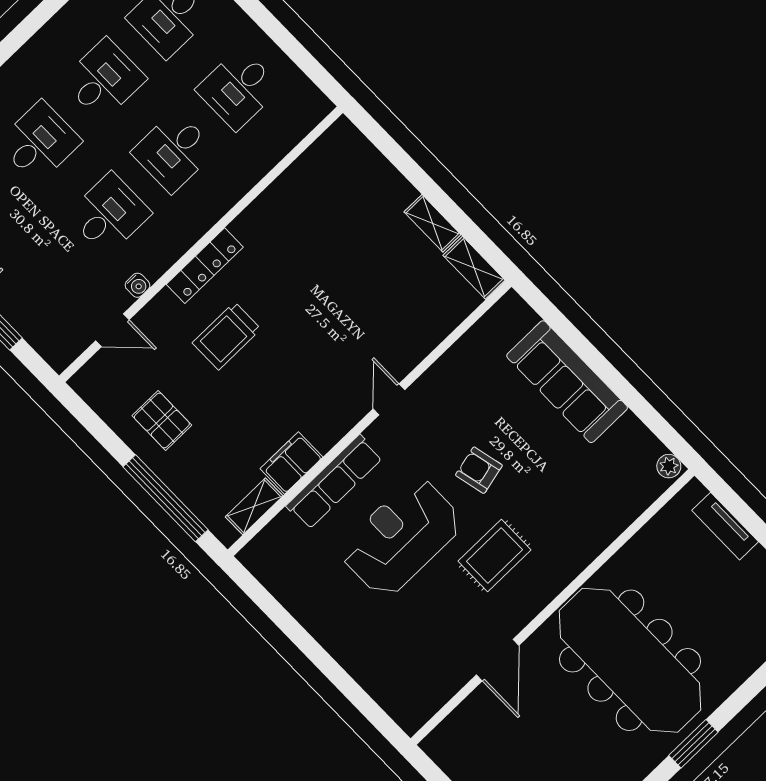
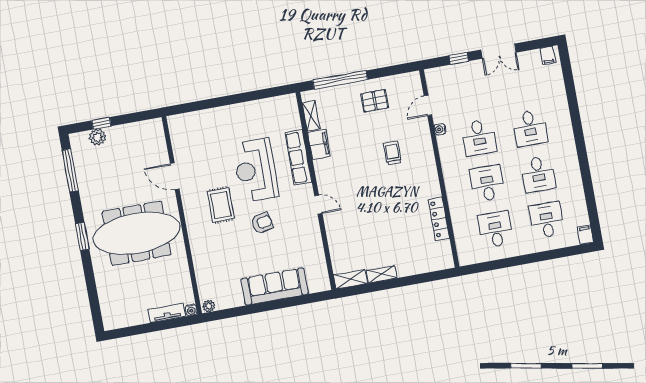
locker: (205, 266) -> (439, 219), moved
trolley: (227, 336) -> (392, 153), width x0.73, depth x0.72
water cooler: (694, 490) -> (191, 310), added
reception desk: (401, 537) -> (255, 170), turned 180

